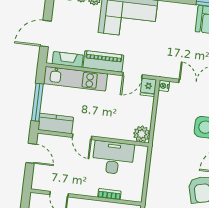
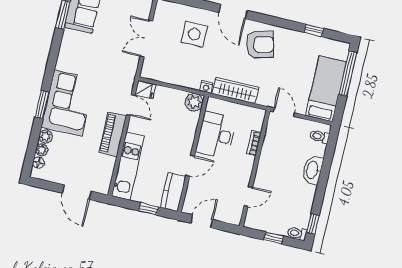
fireplace: (68, 59) -> (107, 172), removed
nightstand: (164, 86) -> (206, 87), moved
window: (37, 102) -> (149, 209), width x0.46
wardrobe: (157, 171) -> (235, 91), added

